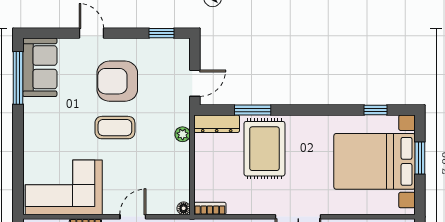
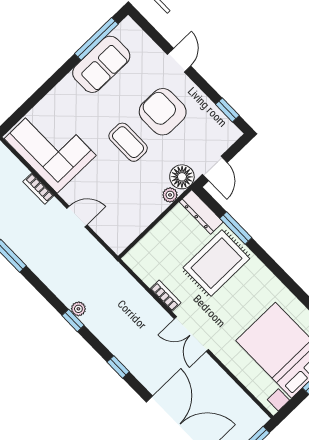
sofa: (40, 67) -> (101, 64), moved
door: (195, 83) -> (215, 168), hinge flipped
floor lamp: (184, 208) -> (182, 177), moved, width x1.89, depth x1.89
bookcase: (210, 208) -> (166, 296), moved

